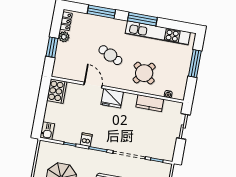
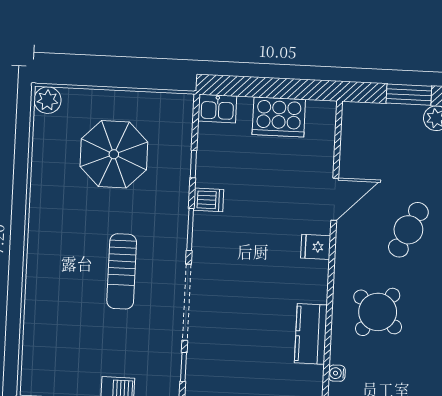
cooker: (57, 91) -> (279, 117), moved
fridge: (112, 98) -> (316, 247), width x0.53, depth x0.75

